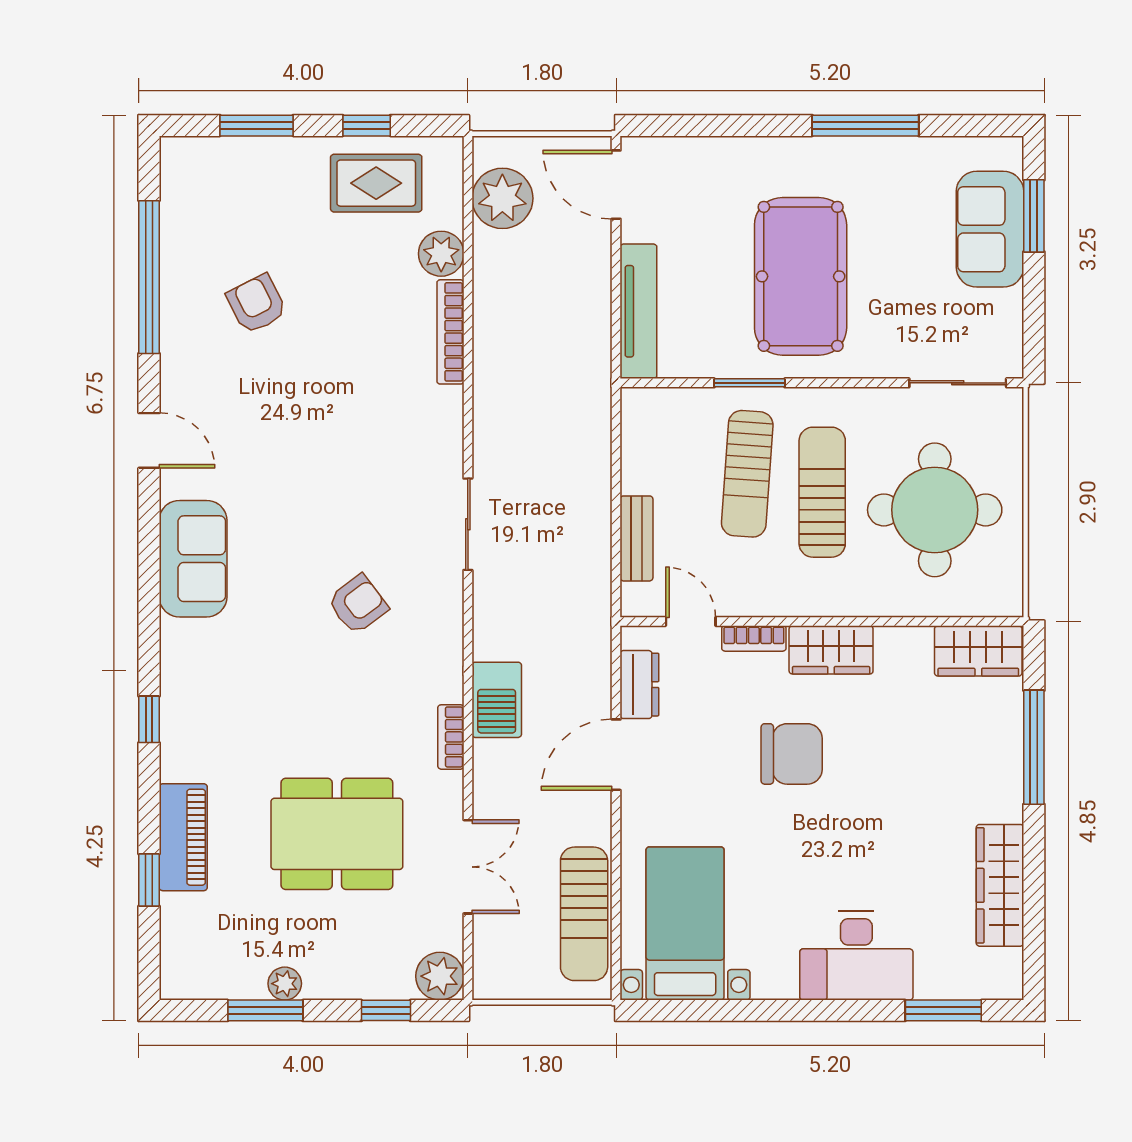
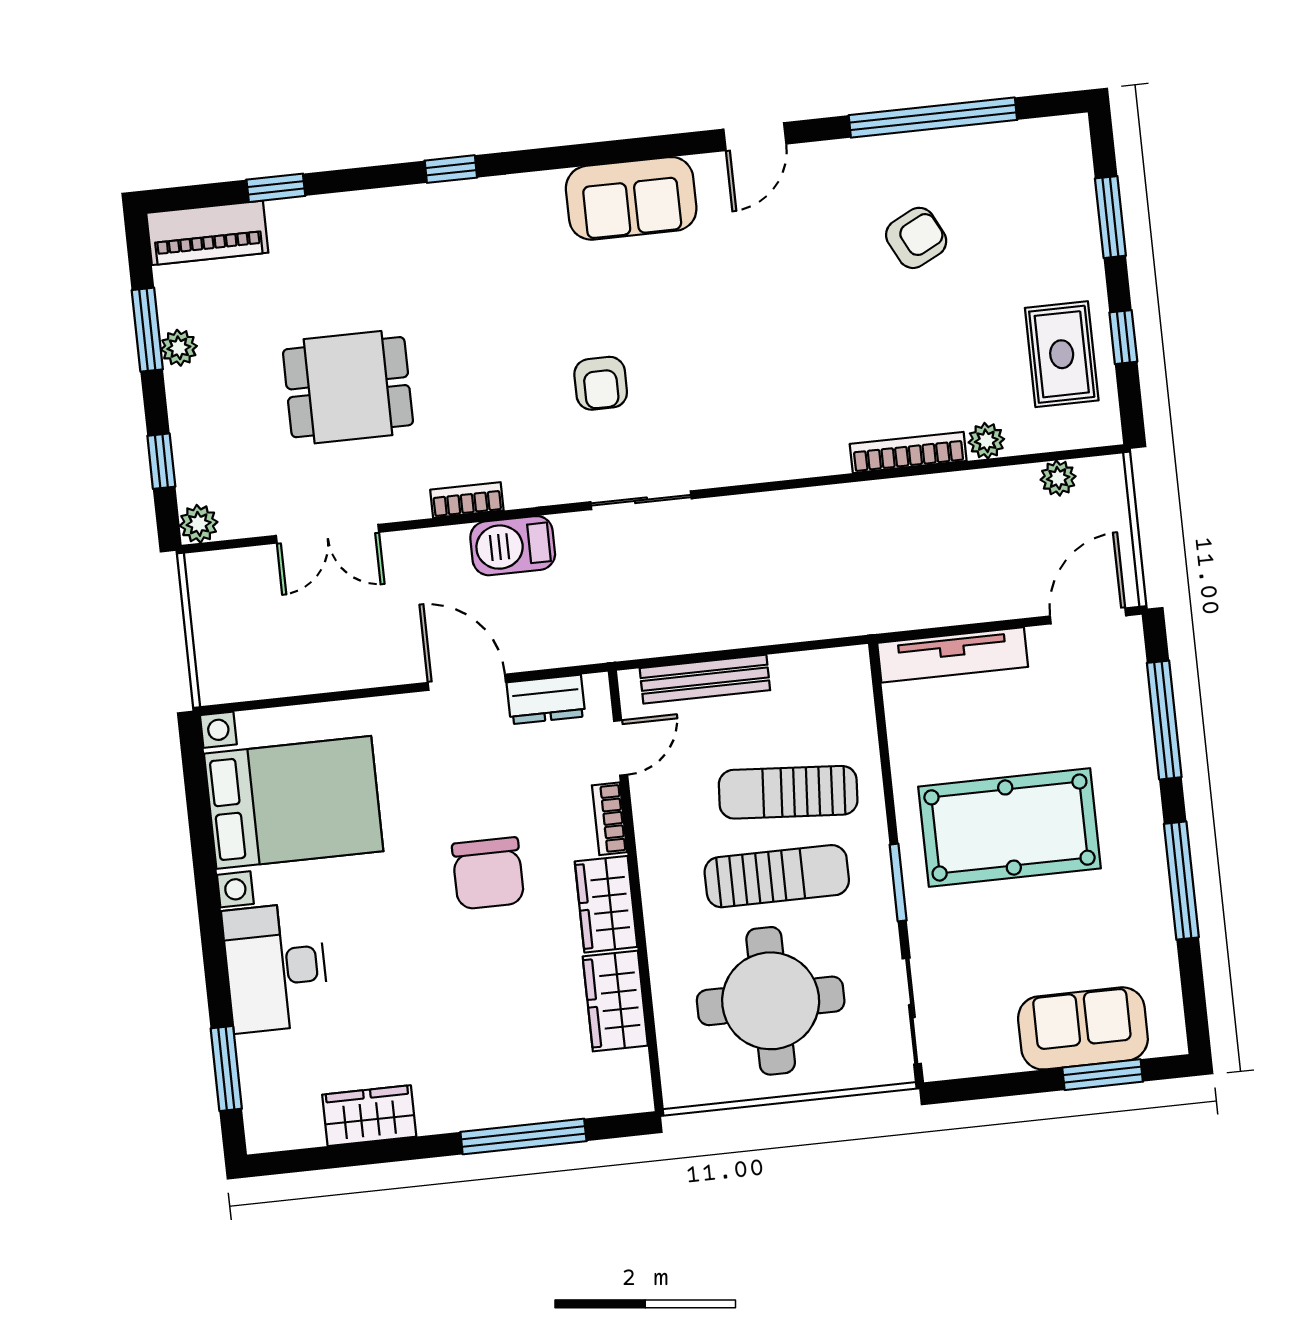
window: (718, 126) -> (1164, 720), added
plant: (502, 198) -> (1058, 478), width x0.53, depth x0.53
plant: (441, 254) -> (986, 441), width x0.73, depth x0.73
window: (750, 383) -> (898, 883), moved
sliding door: (468, 524) -> (641, 500), moved
bench: (637, 538) -> (705, 679), width x1.36
armchair: (358, 604) -> (601, 383), turned 37
wardrobe: (978, 651) -> (615, 1001), moved
dining table: (337, 834) -> (348, 387), width x0.73
piano: (183, 837) -> (207, 233), moved
wardrobe: (1000, 885) -> (369, 1116), width x0.67
sun lounger: (584, 914) -> (290, 666), removed
bed with nightstands: (685, 923) -> (294, 802), width x1.36
plant: (440, 976) -> (199, 524), width x0.73, depth x0.73

